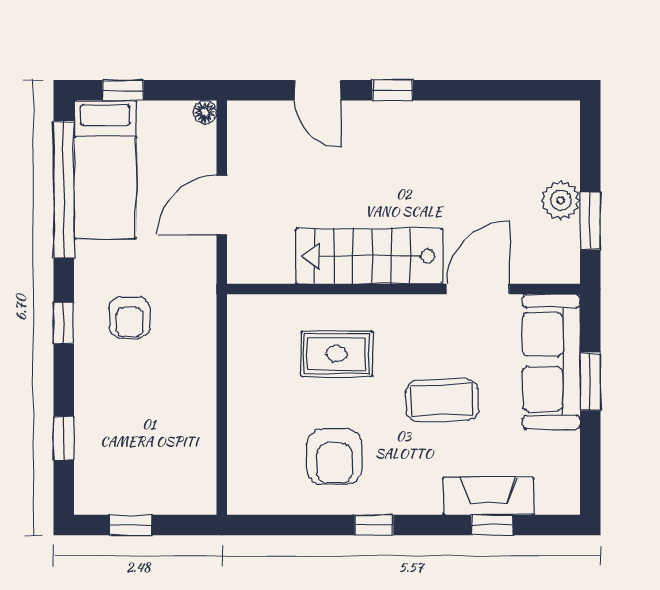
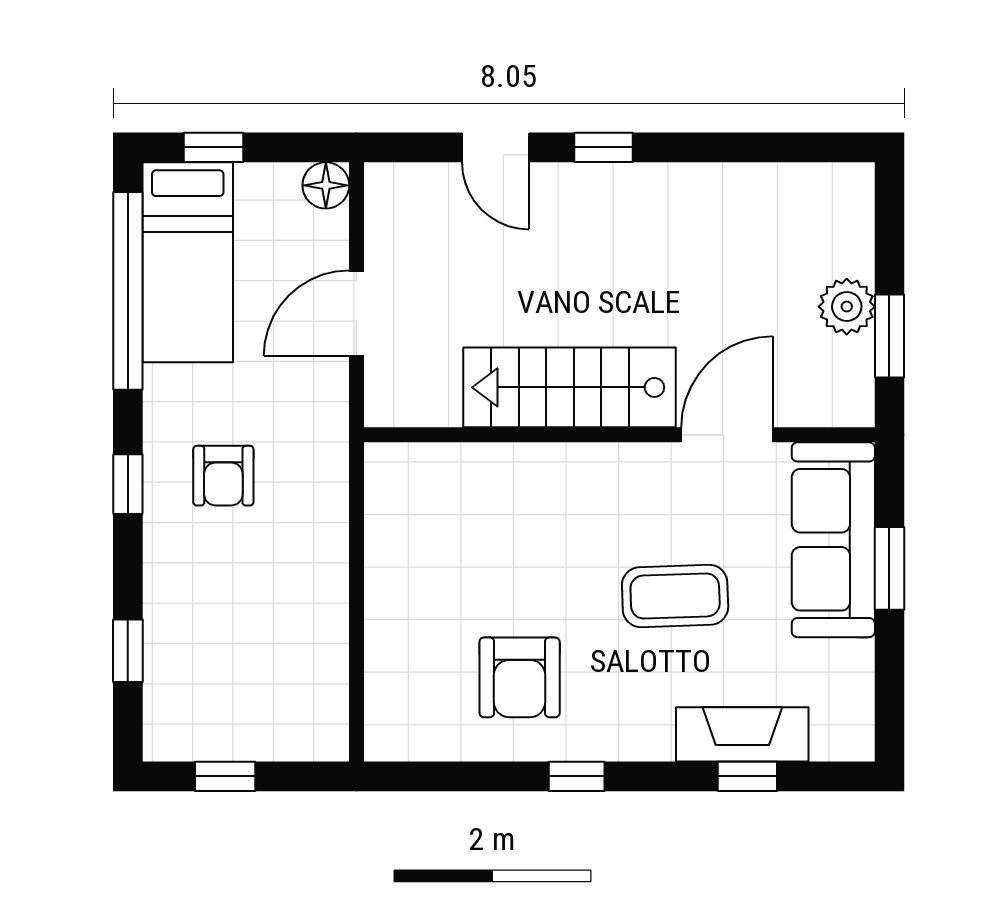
floor lamp: (205, 112) -> (326, 185), width x1.37, depth x1.37
rug: (337, 354) -> (523, 529), removed

